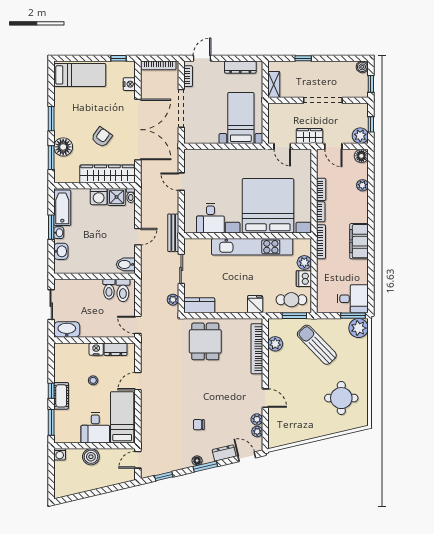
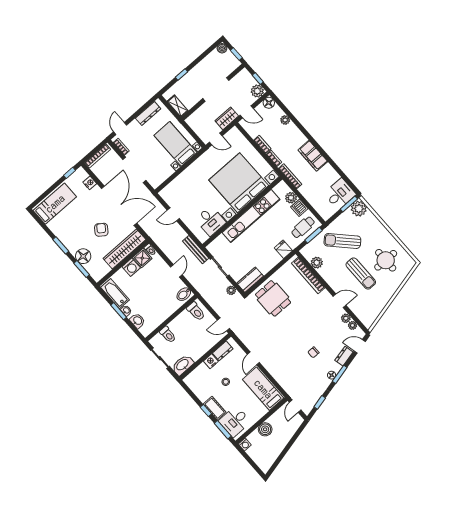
toilet: (109, 289) -> (168, 335), moved
sun lounger: (307, 390) -> (361, 273), added
desk: (95, 428) -> (235, 421), moved, turned 90

